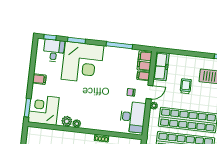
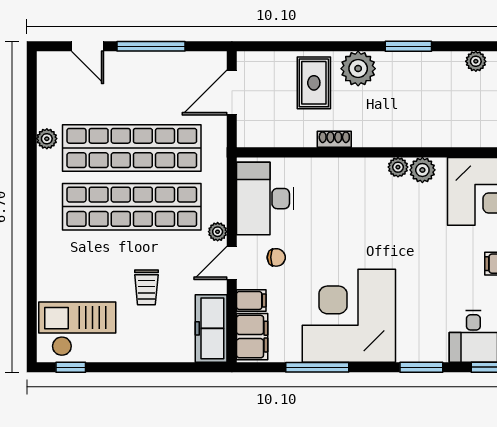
corner desk: (83, 62) -> (349, 316), moved

